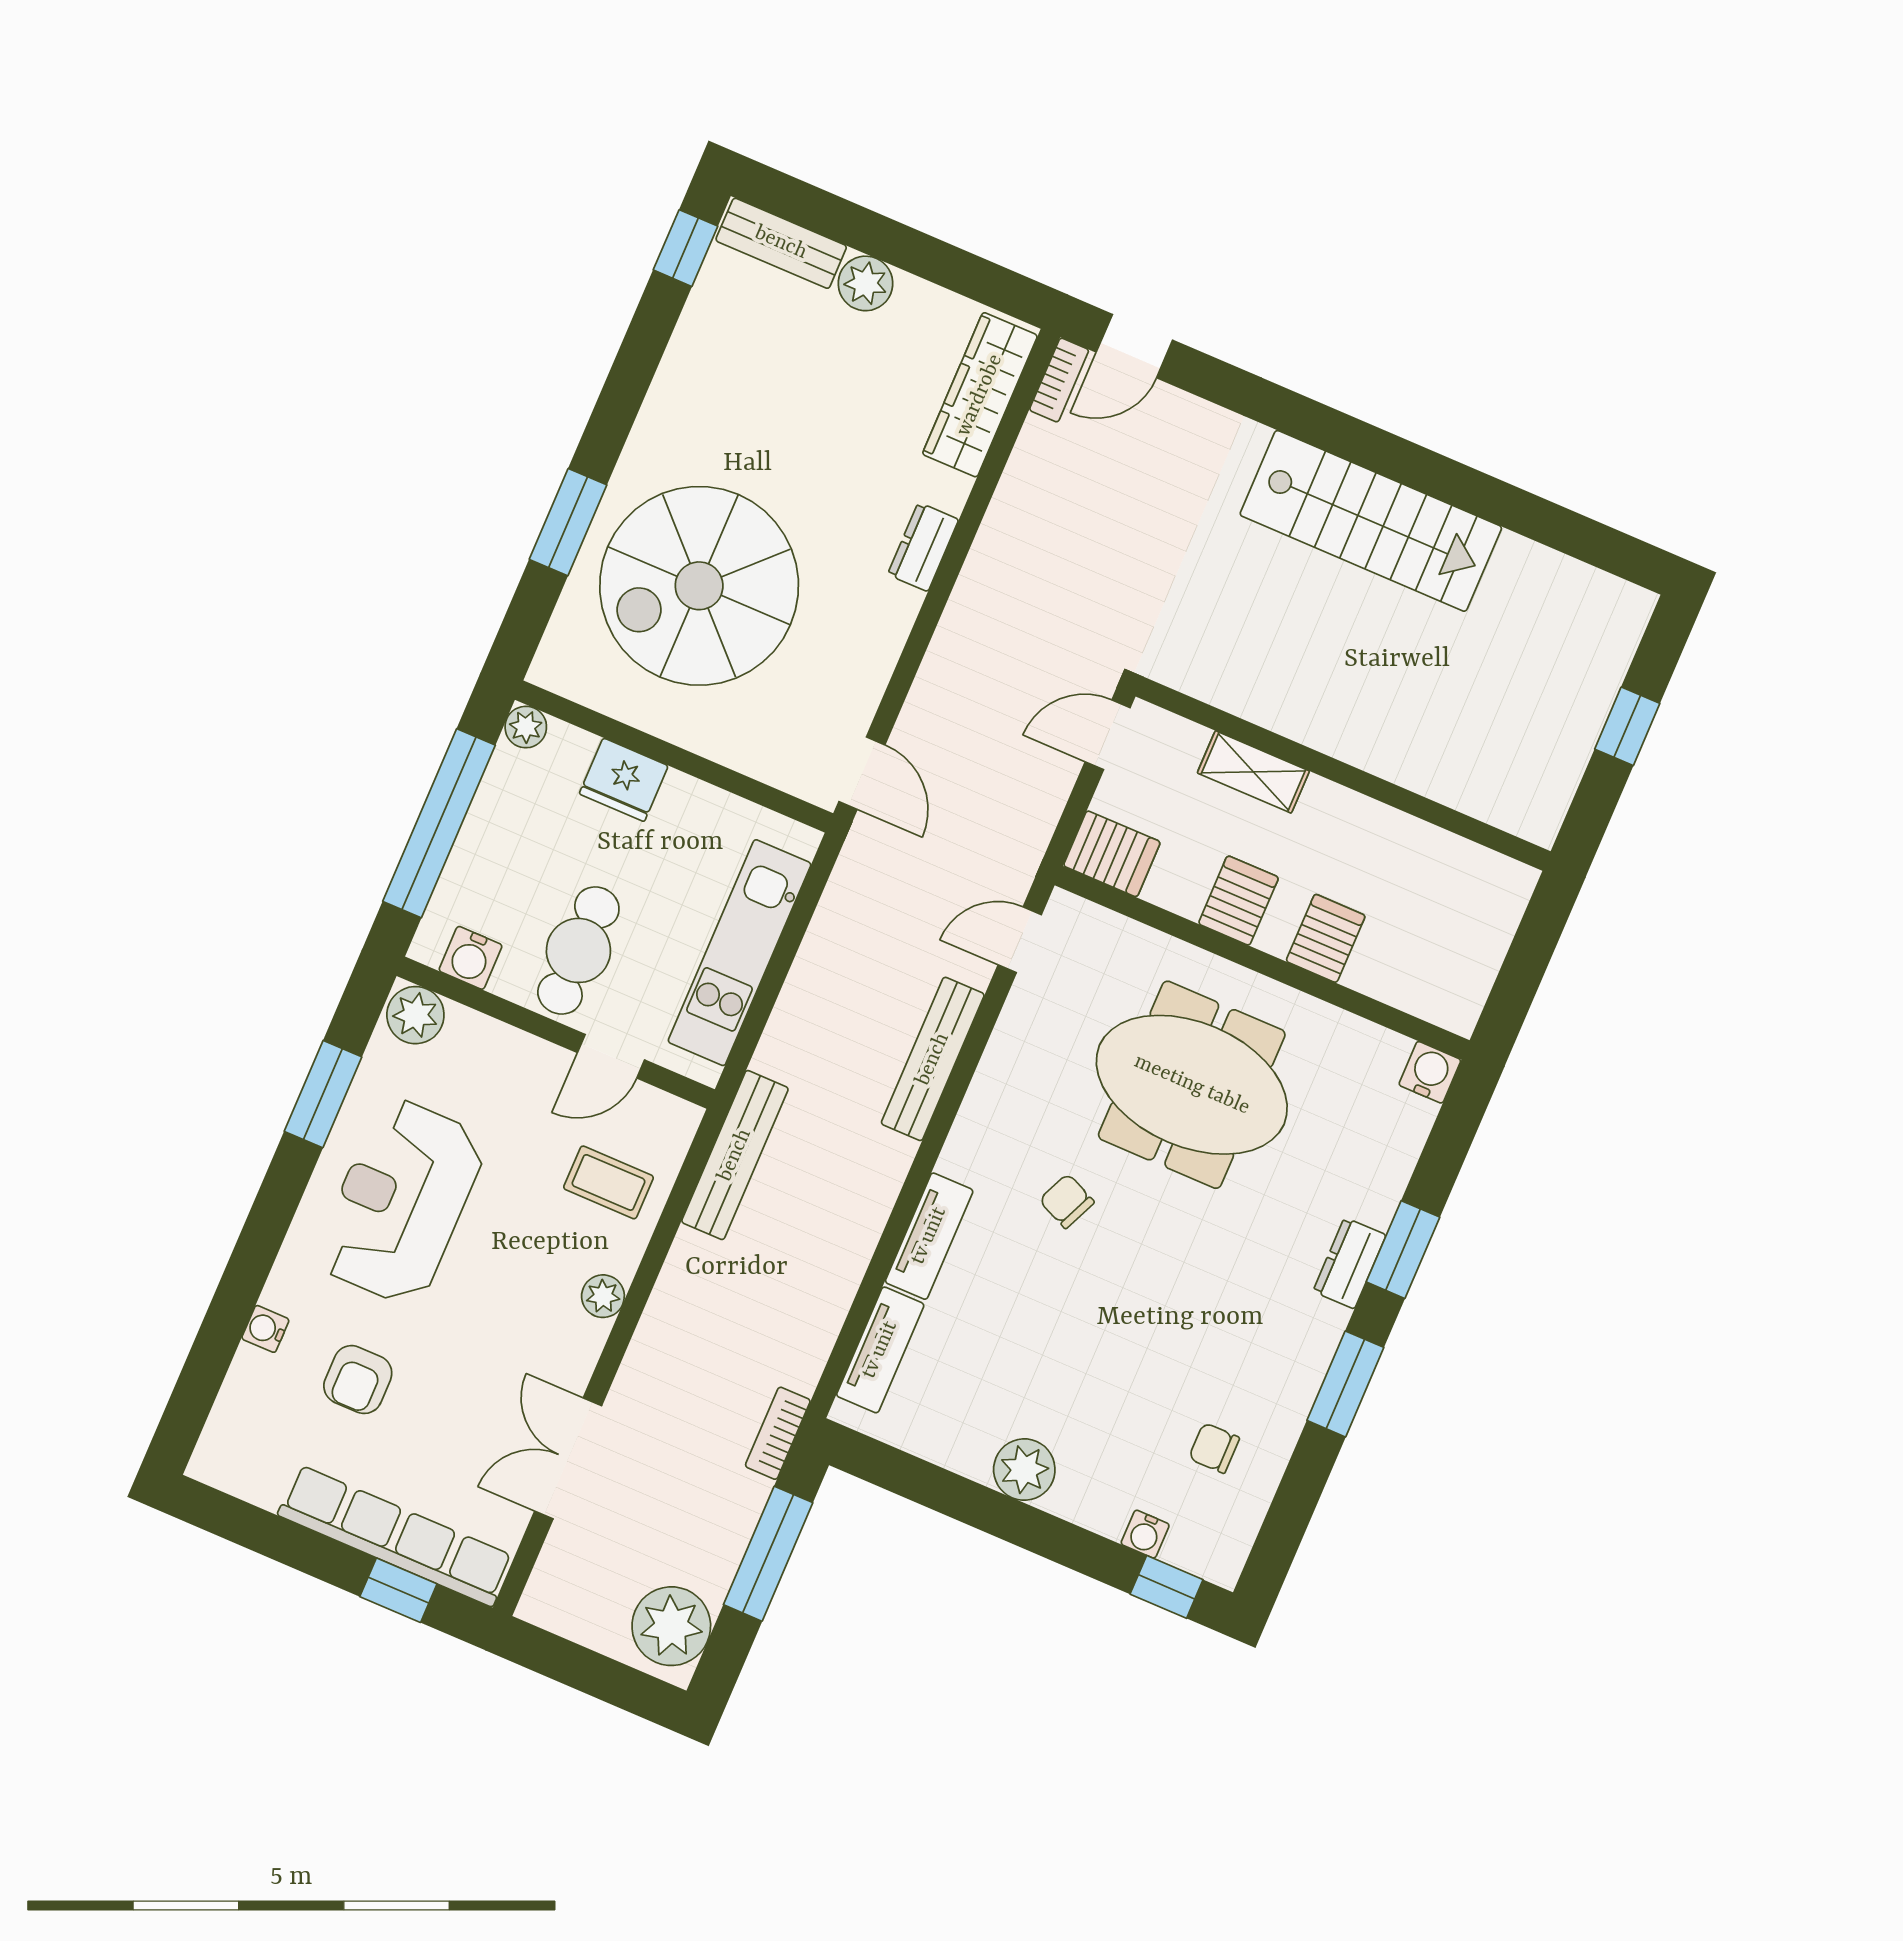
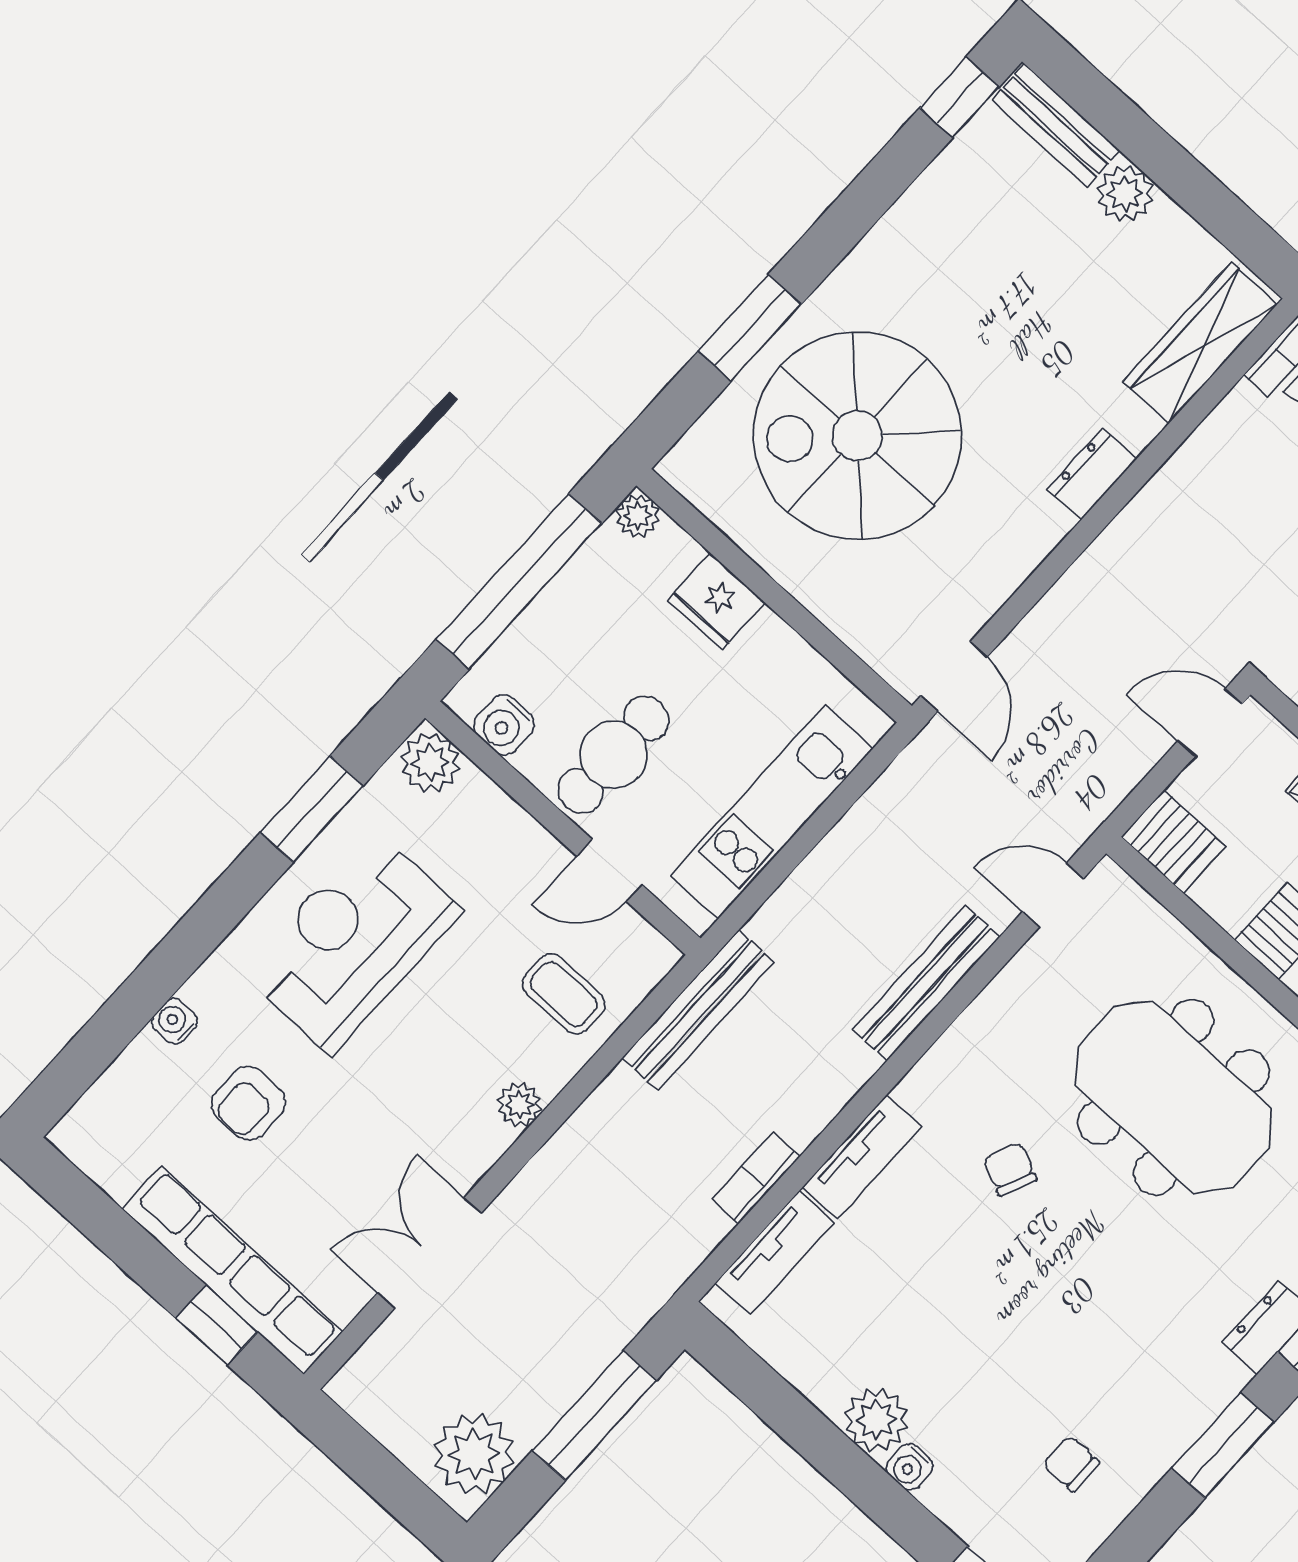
bookcase: (778, 1433) -> (756, 1178), moved
water cooler: (1145, 1534) -> (910, 1467), moved

